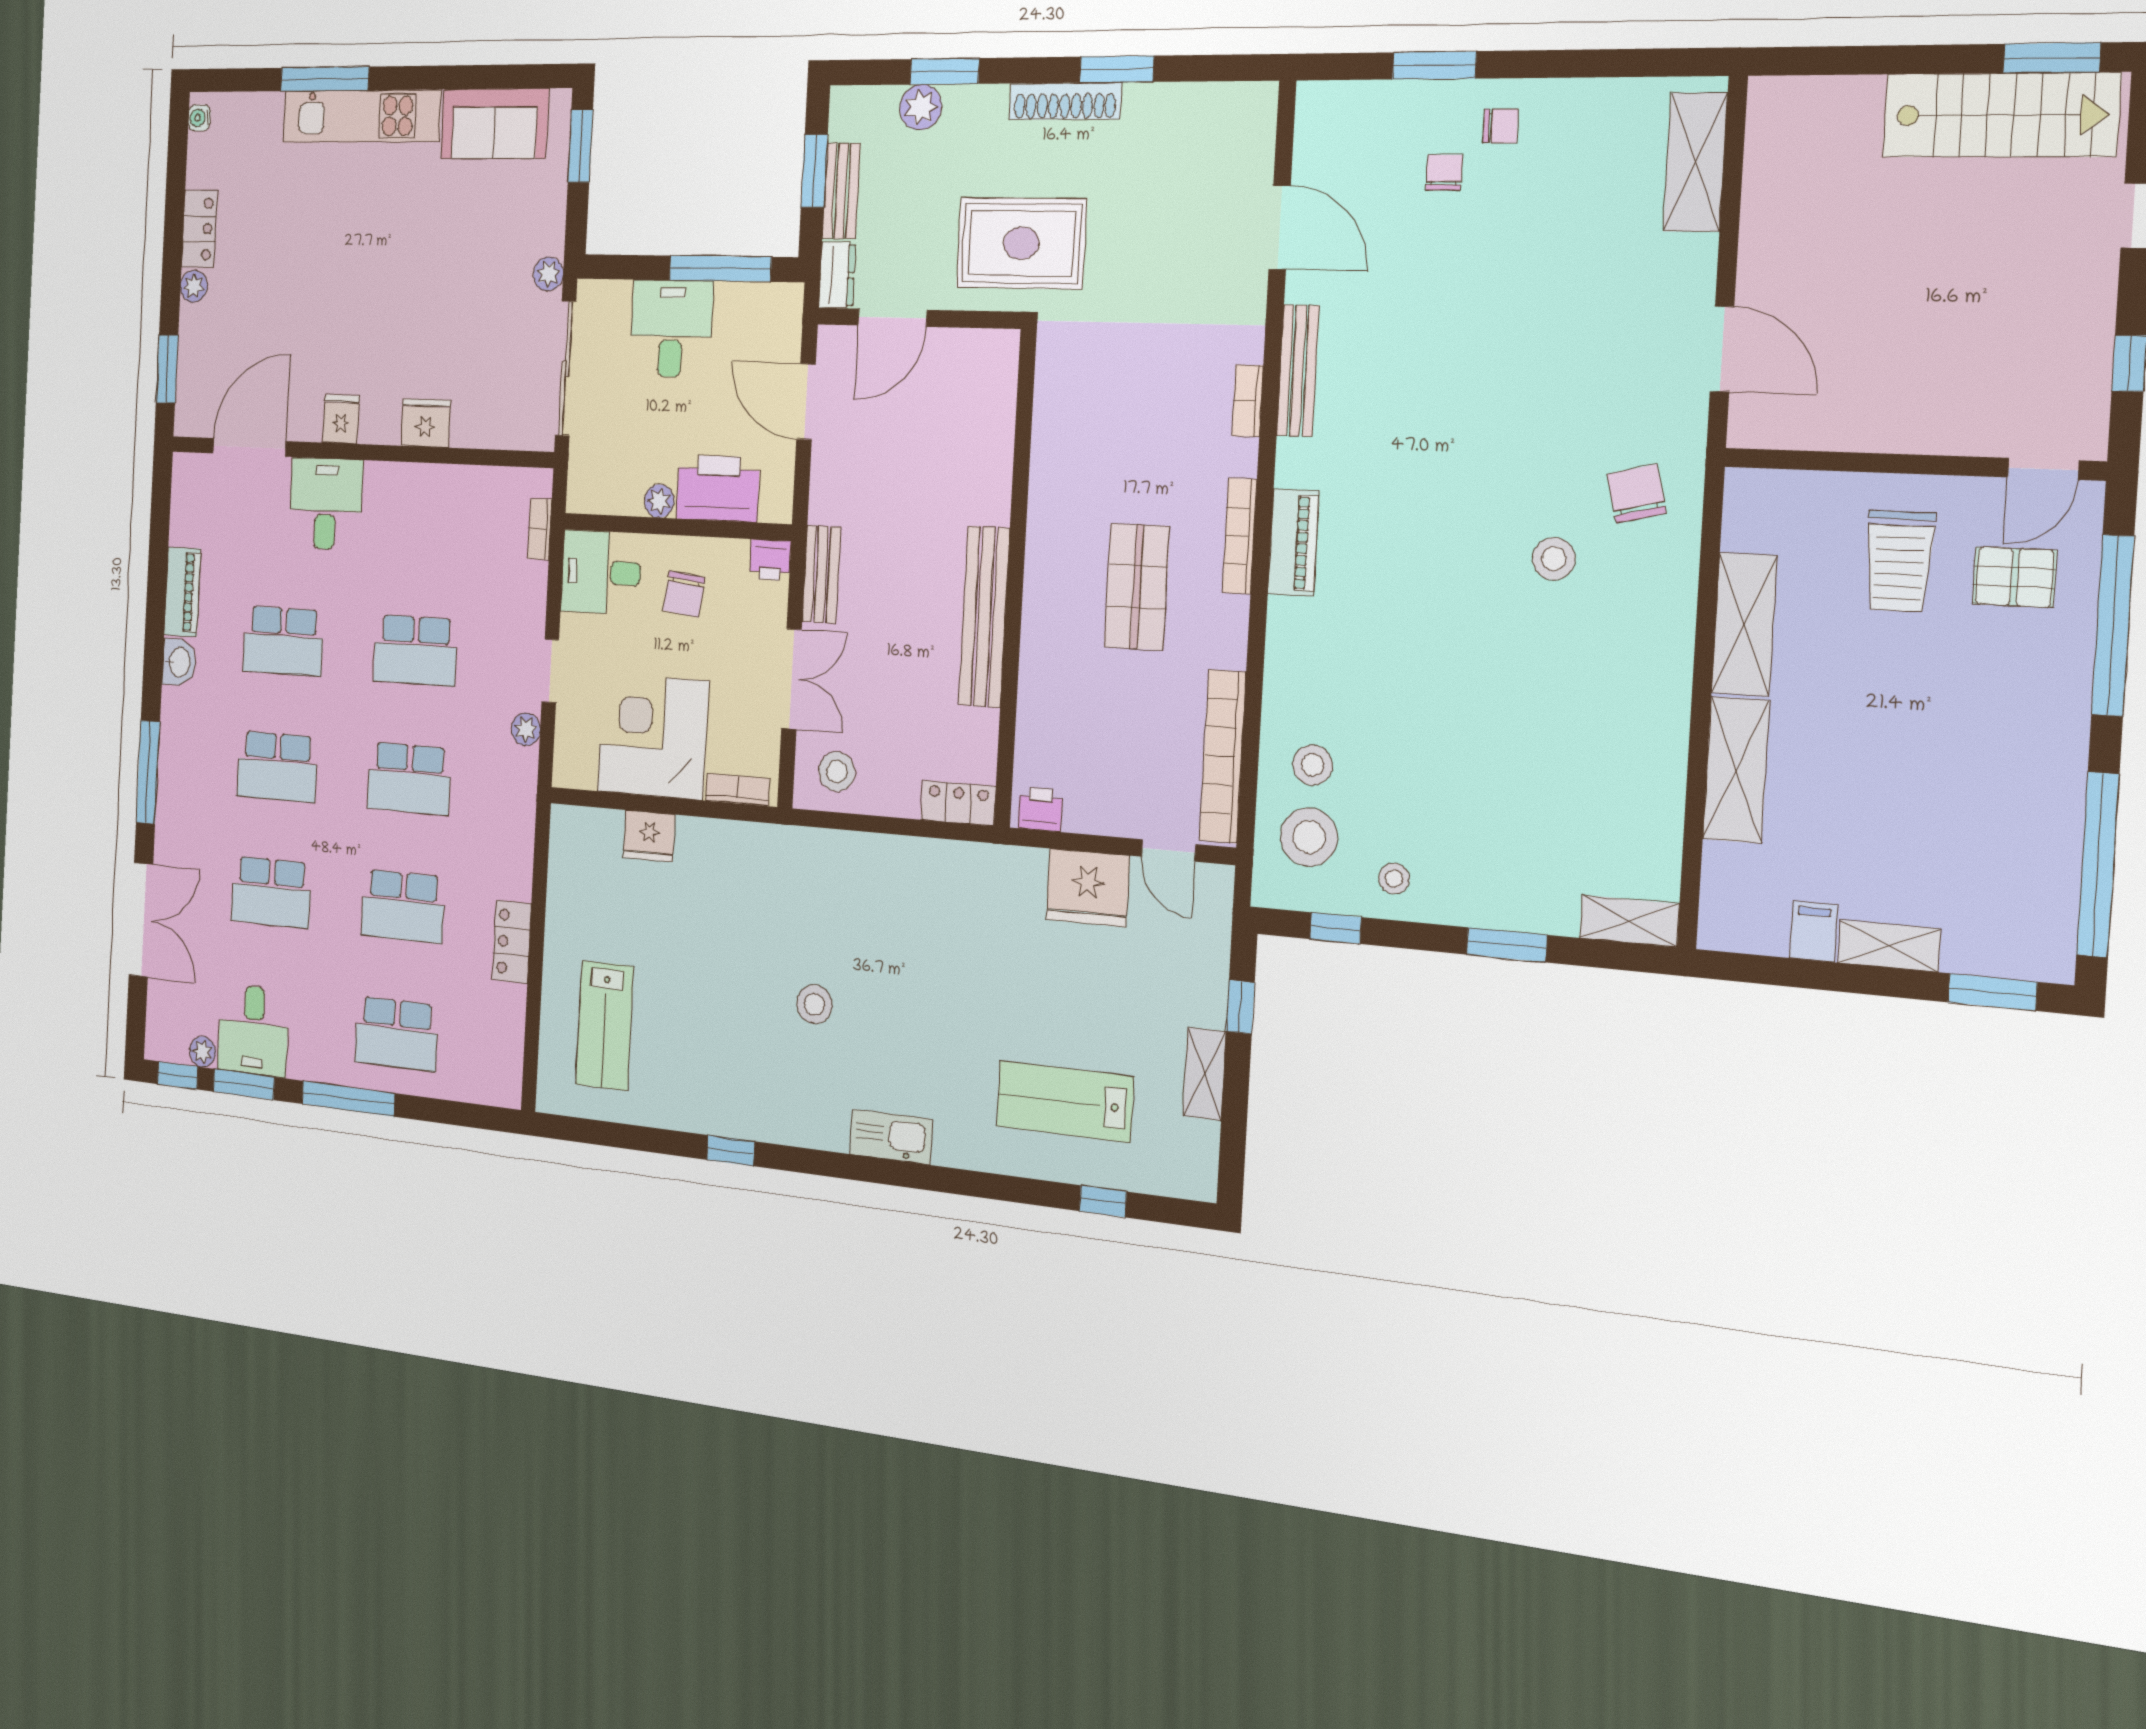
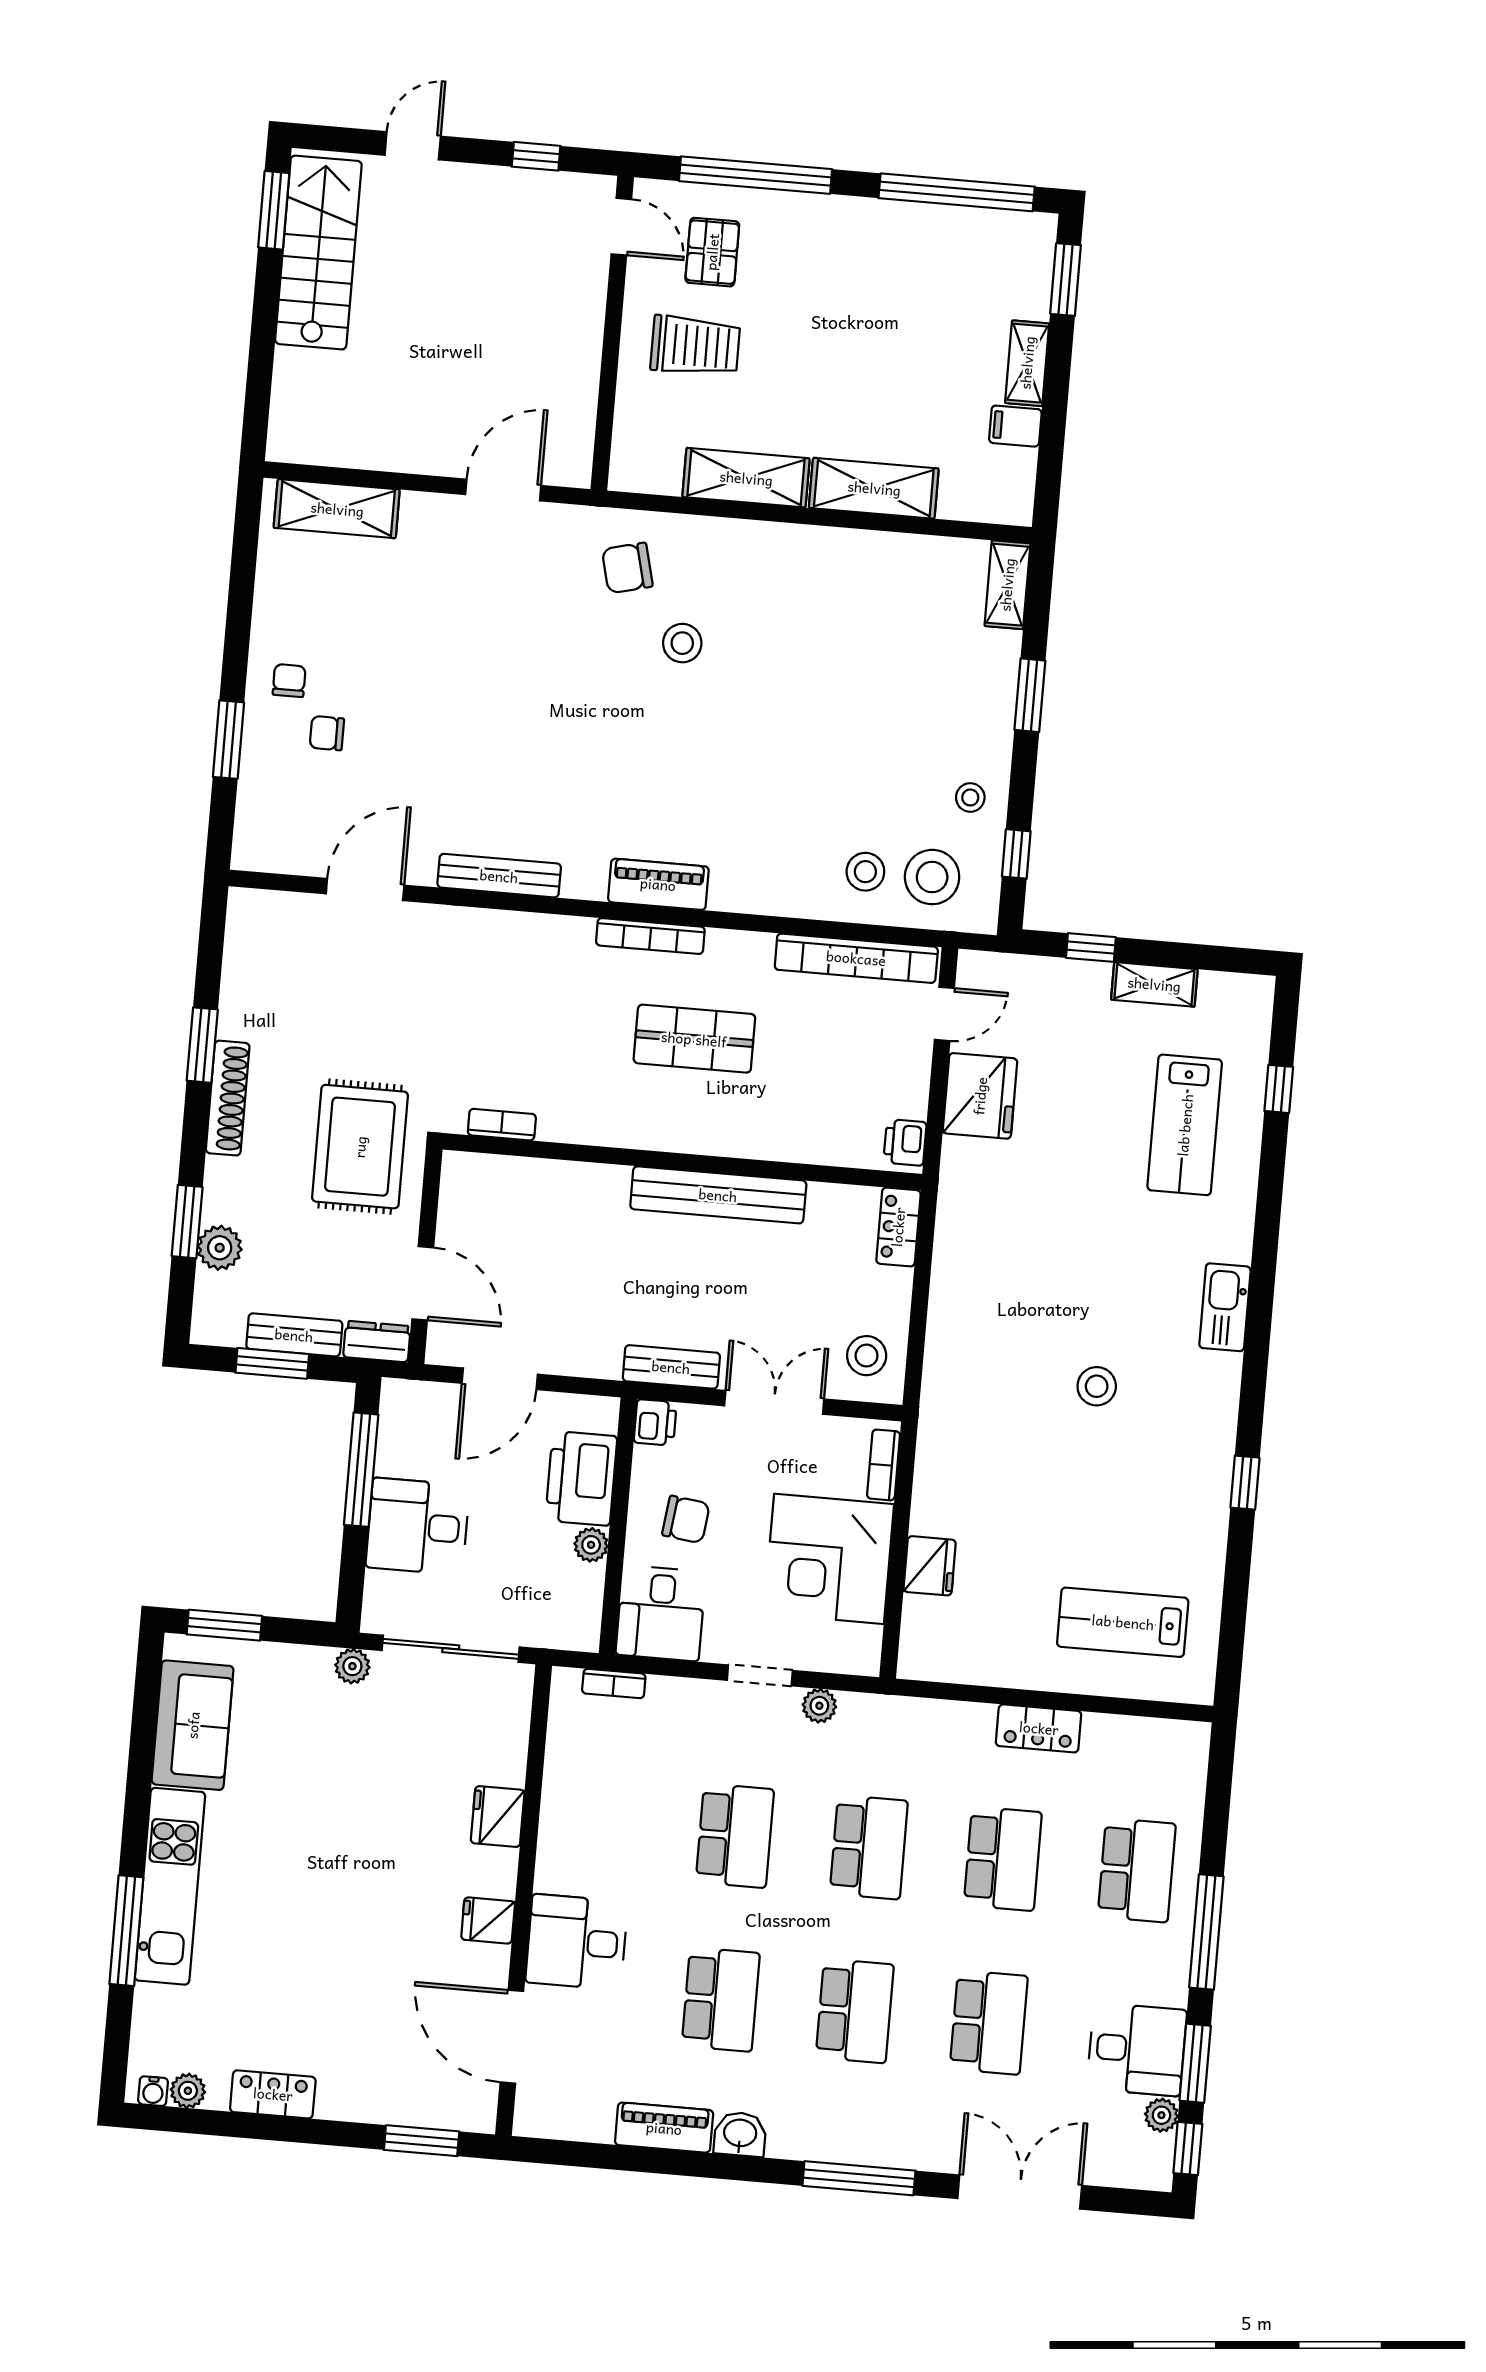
plant: (194, 286) -> (188, 2091), moved
bookcase: (1248, 401) -> (502, 1125), moved, turned 180
lab bench: (605, 1026) -> (1123, 1622), turned 180

